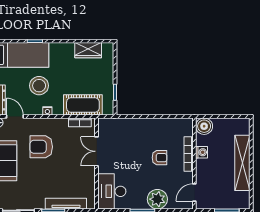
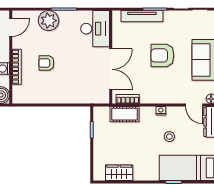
stool: (39, 86) -> (169, 137), width x0.53, depth x0.53
cot: (83, 105) -> (125, 114), width x0.73, depth x0.75
armchair: (41, 147) -> (162, 55), moved, turned 180
double door: (97, 151) -> (111, 69), width x1.37

